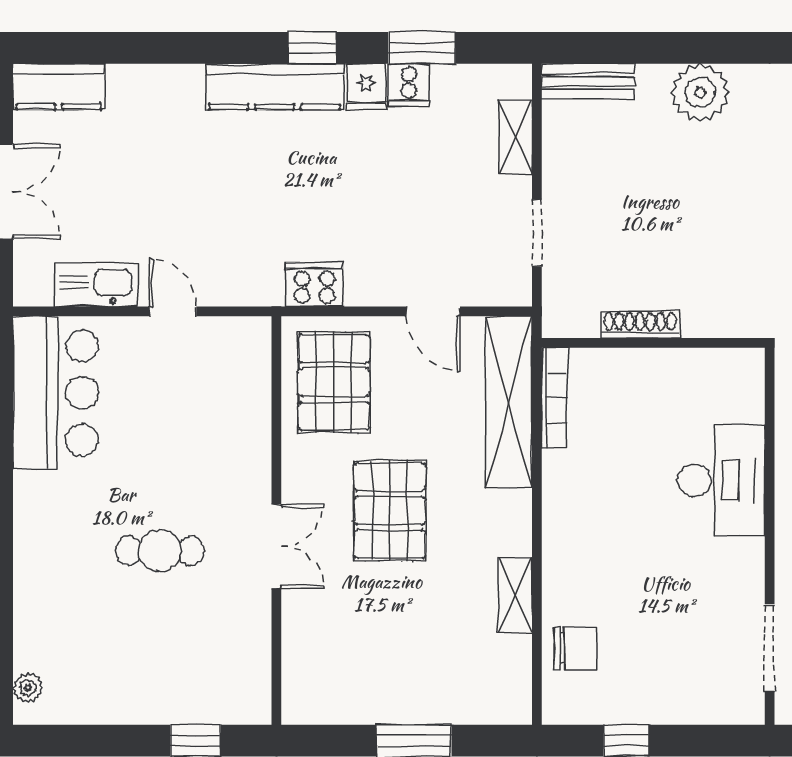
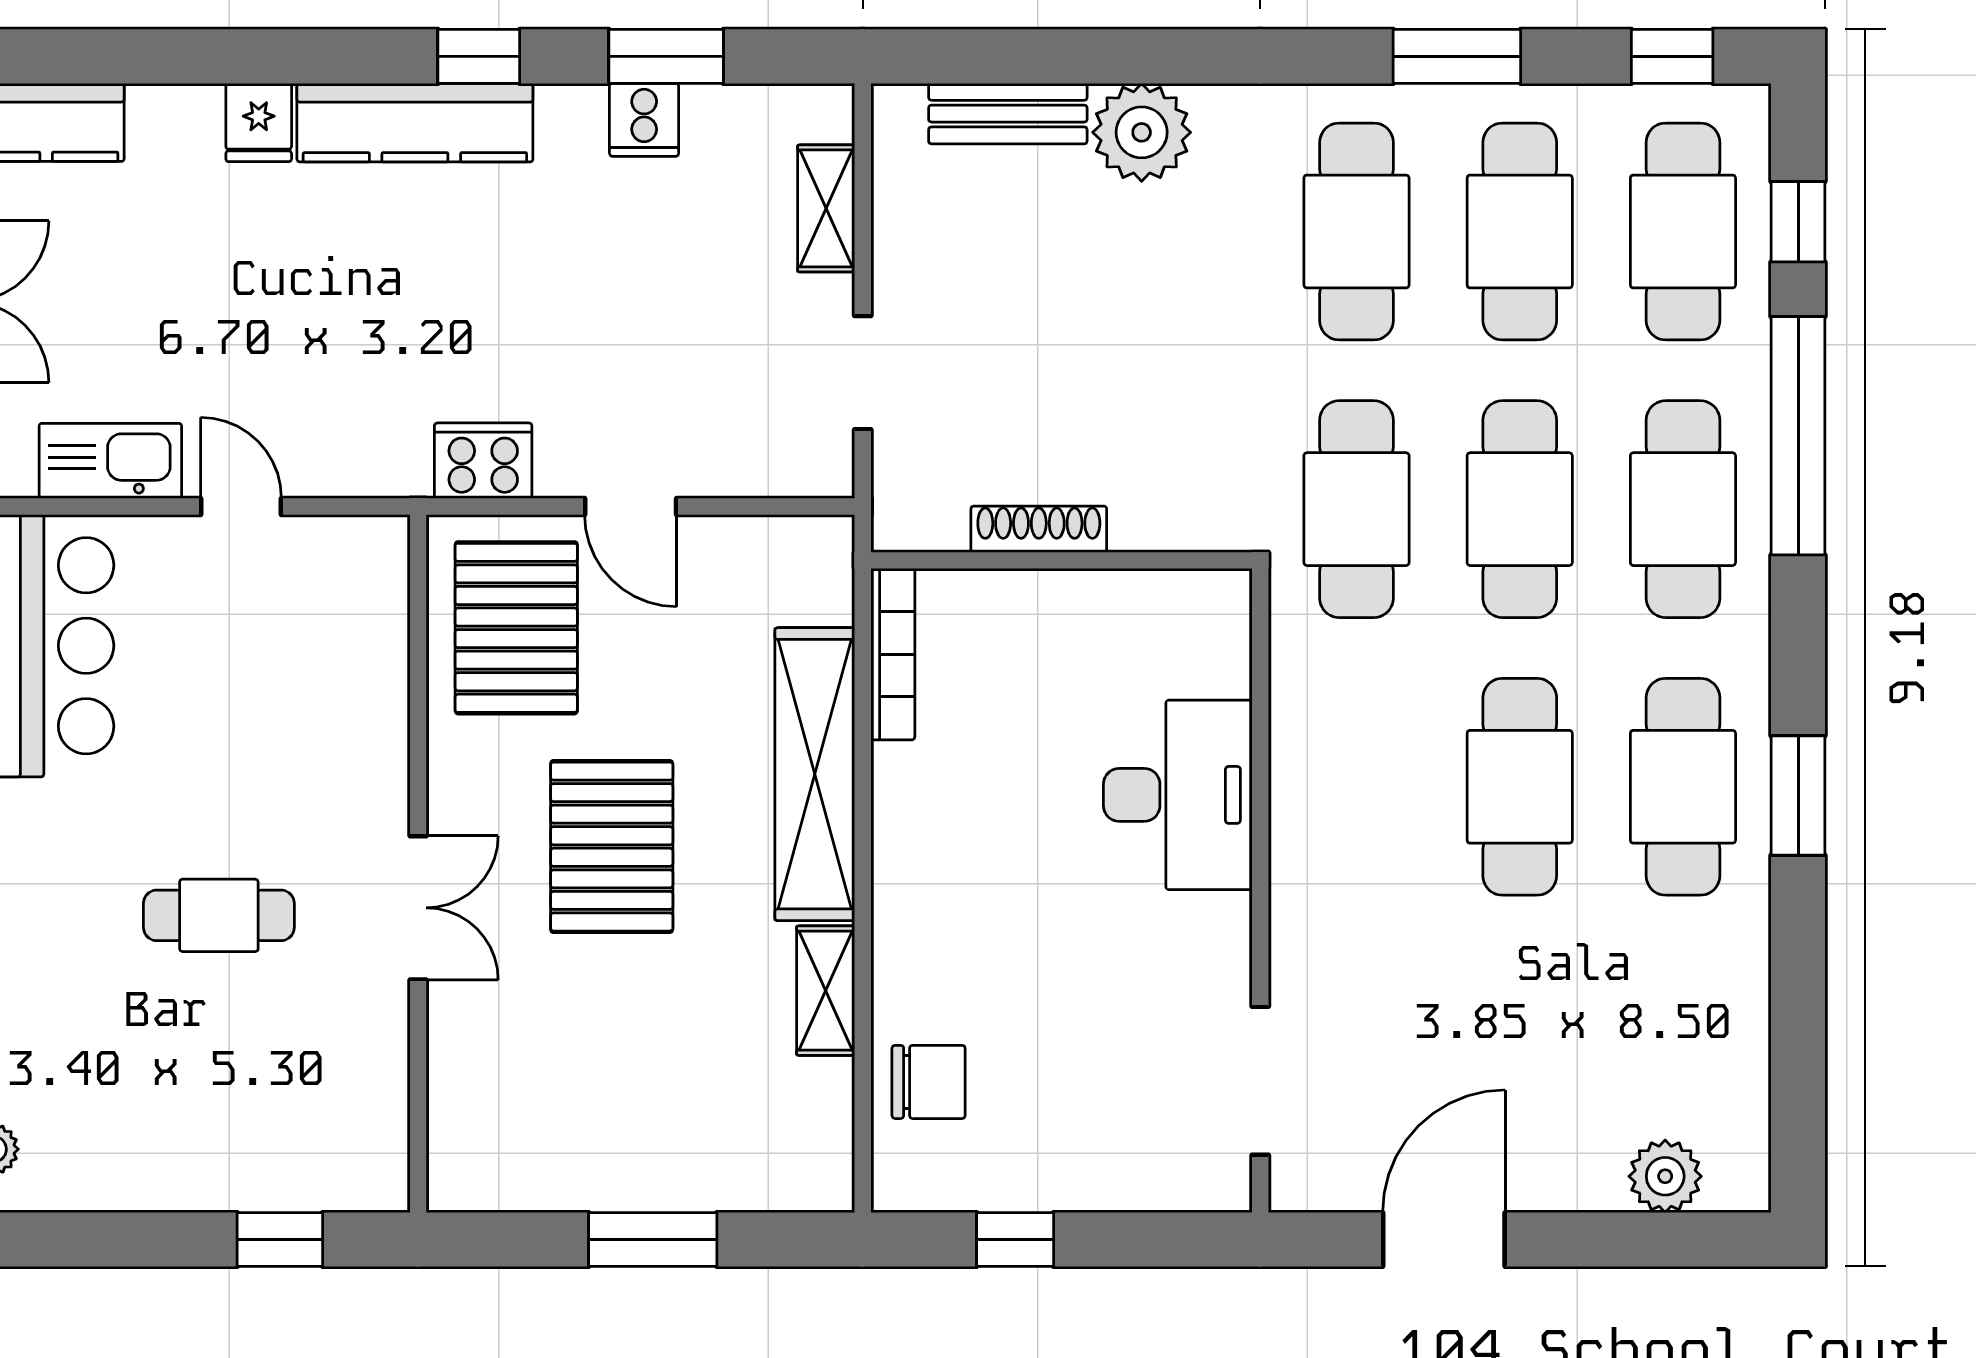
bench: (588, 81) -> (1008, 114), moved
fridge: (366, 87) -> (259, 123), moved
door: (433, 311) -> (631, 506), moved
shelving: (509, 402) -> (815, 774), moved

